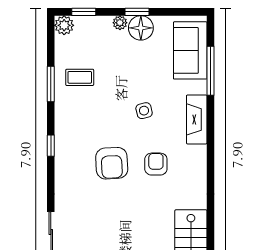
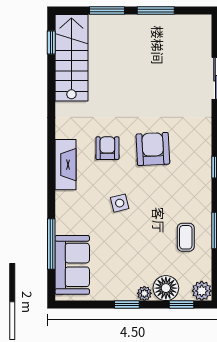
floor lamp: (141, 28) -> (166, 288), moved
coffee table: (80, 77) -> (186, 237), turned 90
fireplace: (197, 119) -> (65, 165), moved
armchair: (156, 164) -> (107, 148), turned 180

